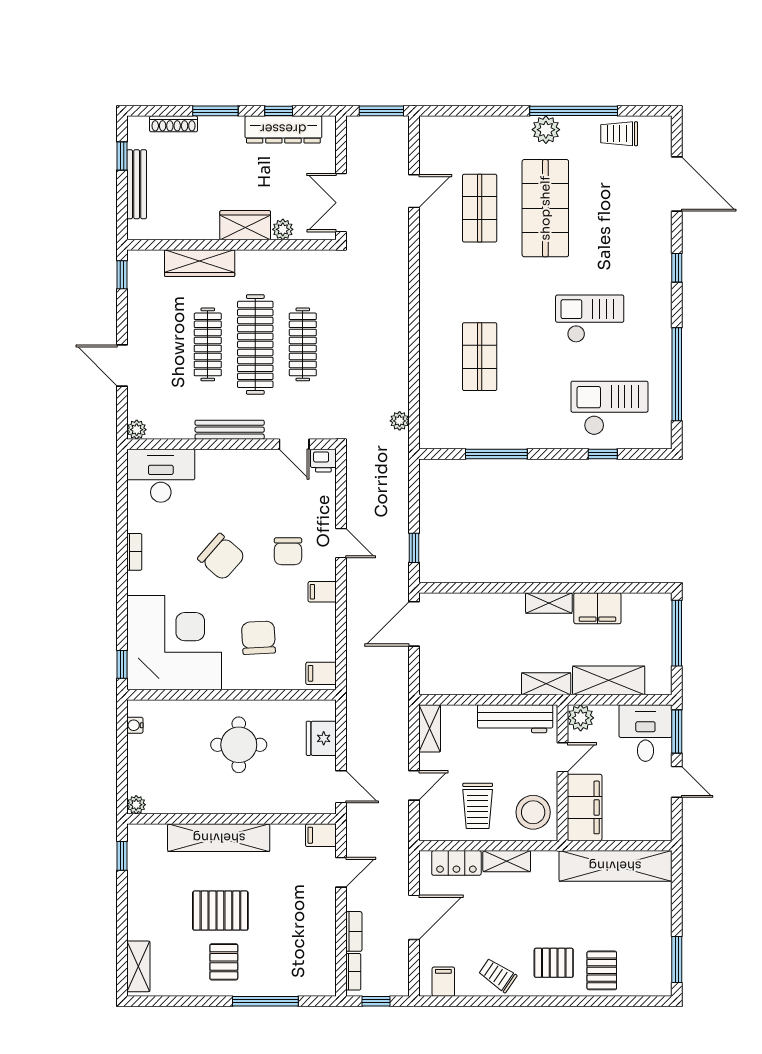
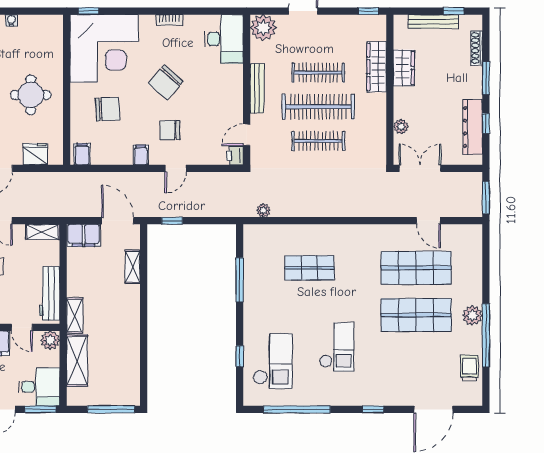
shop shelf: (480, 208) -> (416, 268), width x1.43, depth x1.36
wardrobe: (245, 225) -> (404, 68), moved
plant: (137, 430) -> (263, 28), width x1.88, depth x1.88
shelving: (549, 603) -> (133, 267), moved
filing cabinet: (597, 608) -> (84, 235), moved, turned -90
water cooler: (135, 725) -> (11, 20), moved

